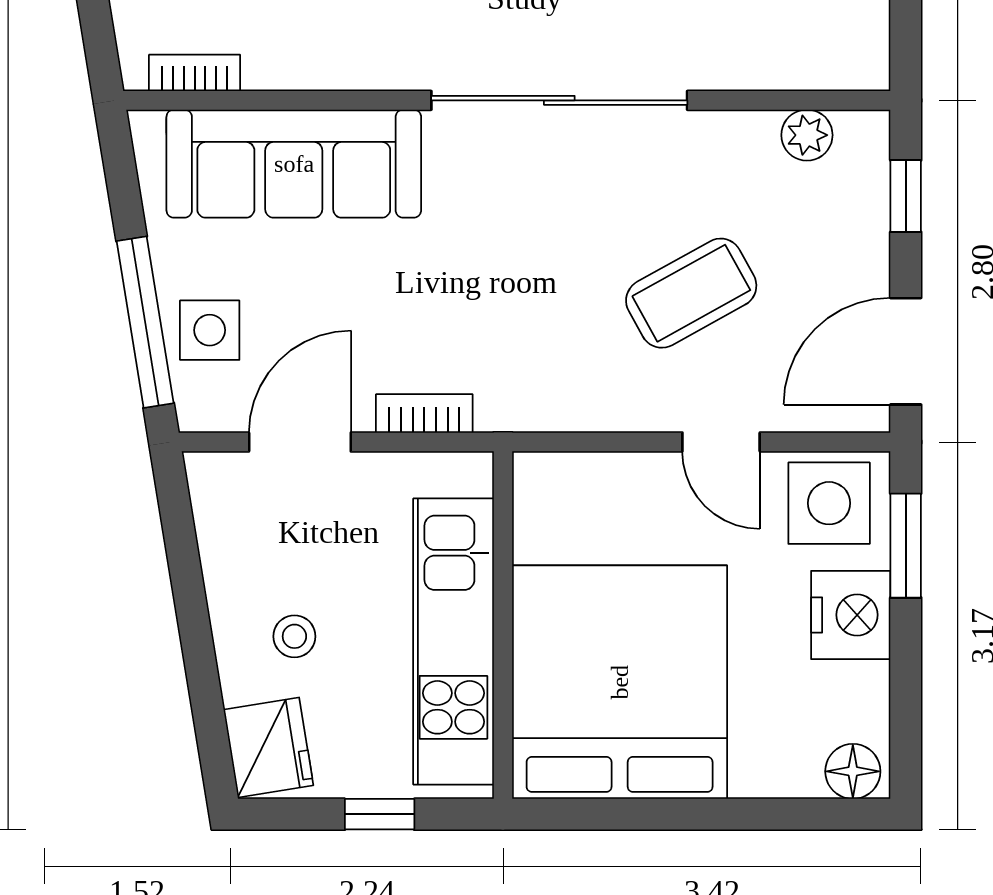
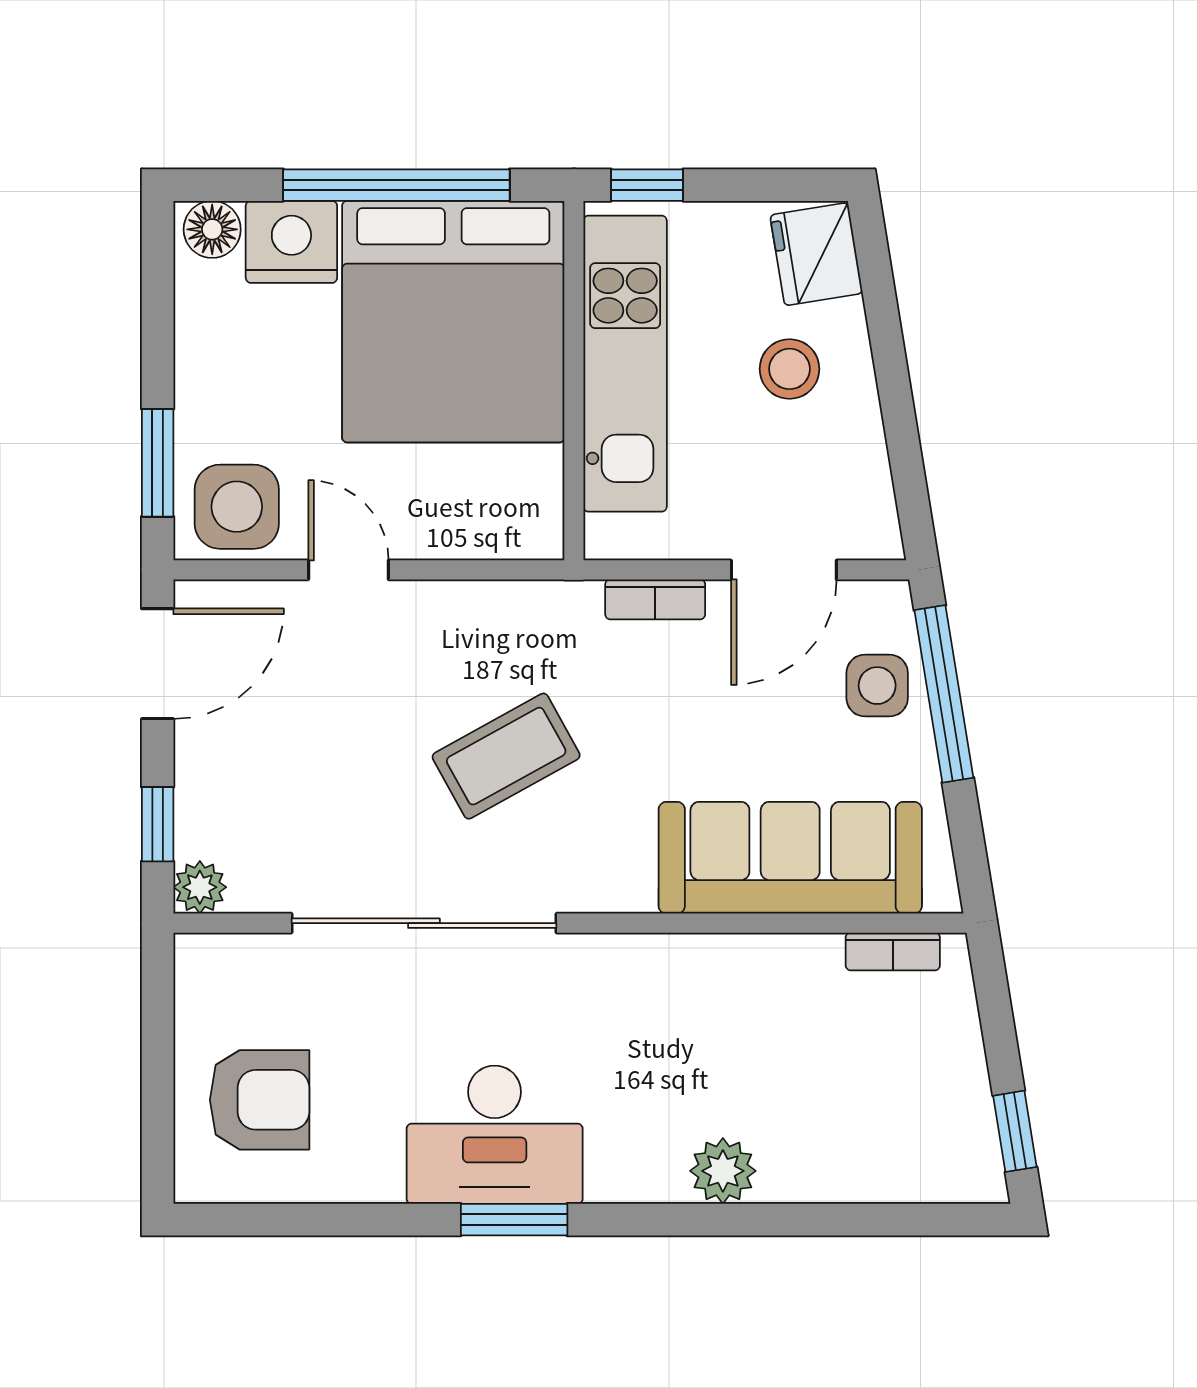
sliding door: (559, 100) -> (424, 923), moved
plant: (807, 135) -> (200, 887), moved
coffee table: (691, 293) -> (506, 756), moved
nightstand: (851, 615) -> (291, 242), moved, turned 90
stool: (294, 636) -> (790, 369), width x1.37, depth x1.37
window: (380, 814) -> (647, 185), moved
window: (675, 814) -> (396, 185), added

